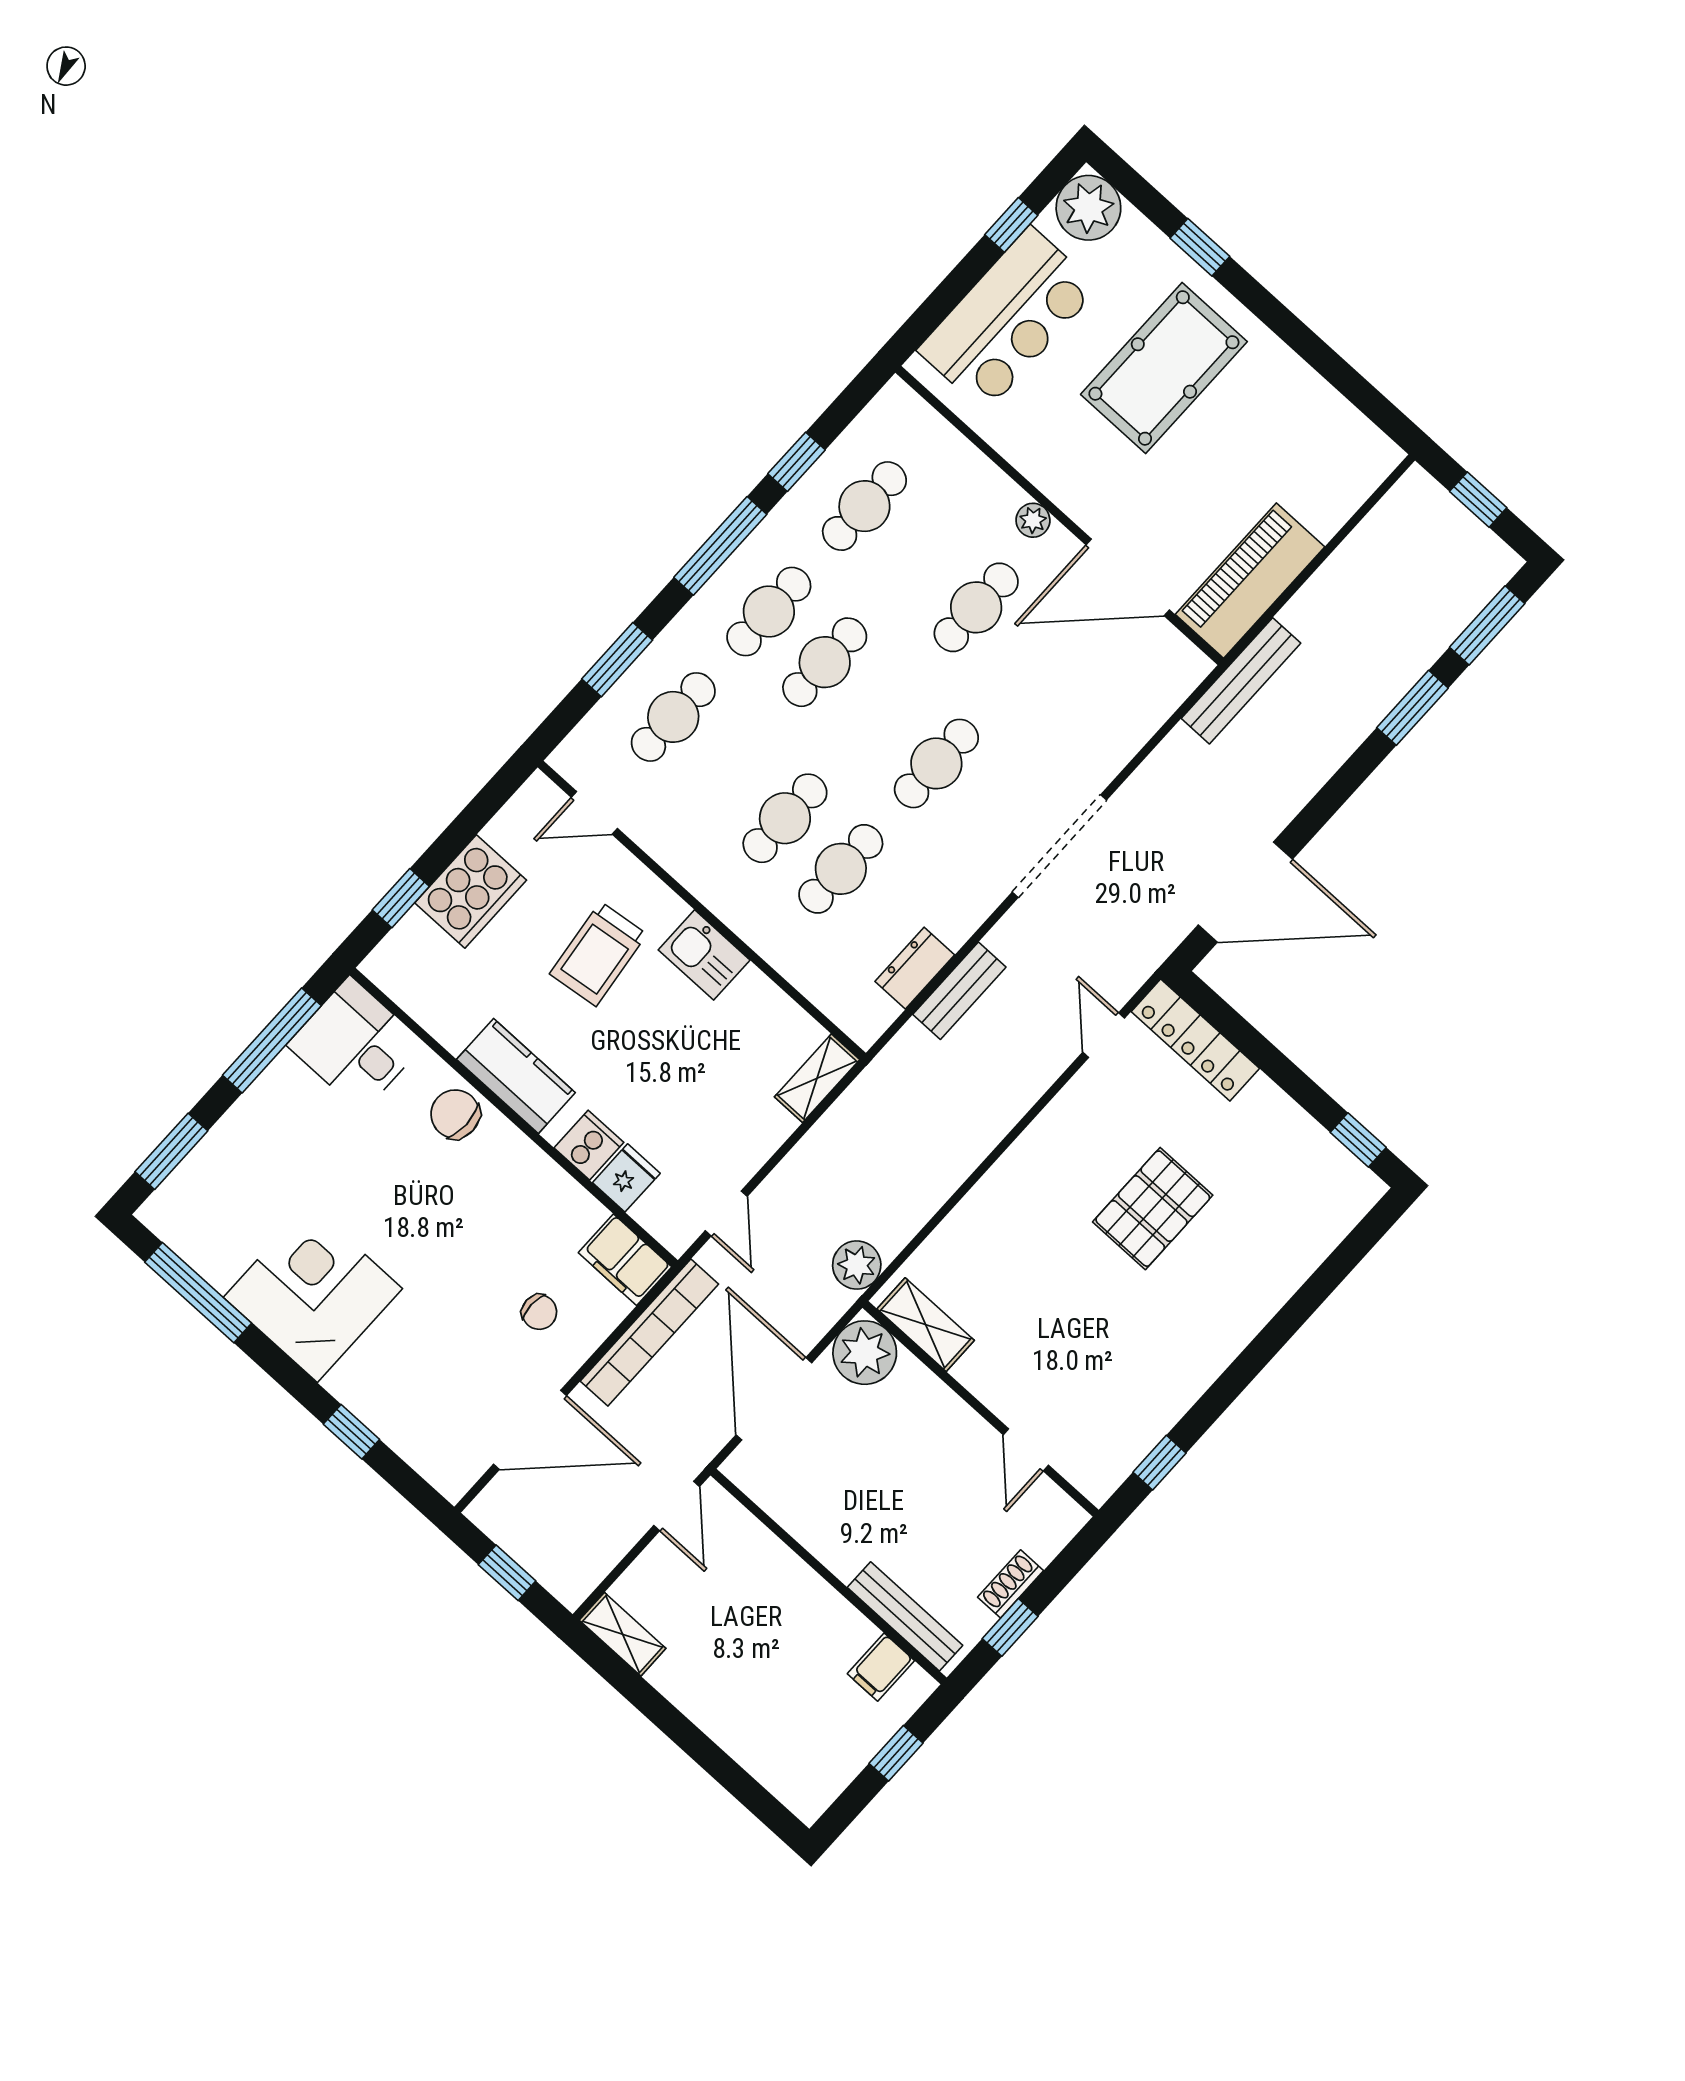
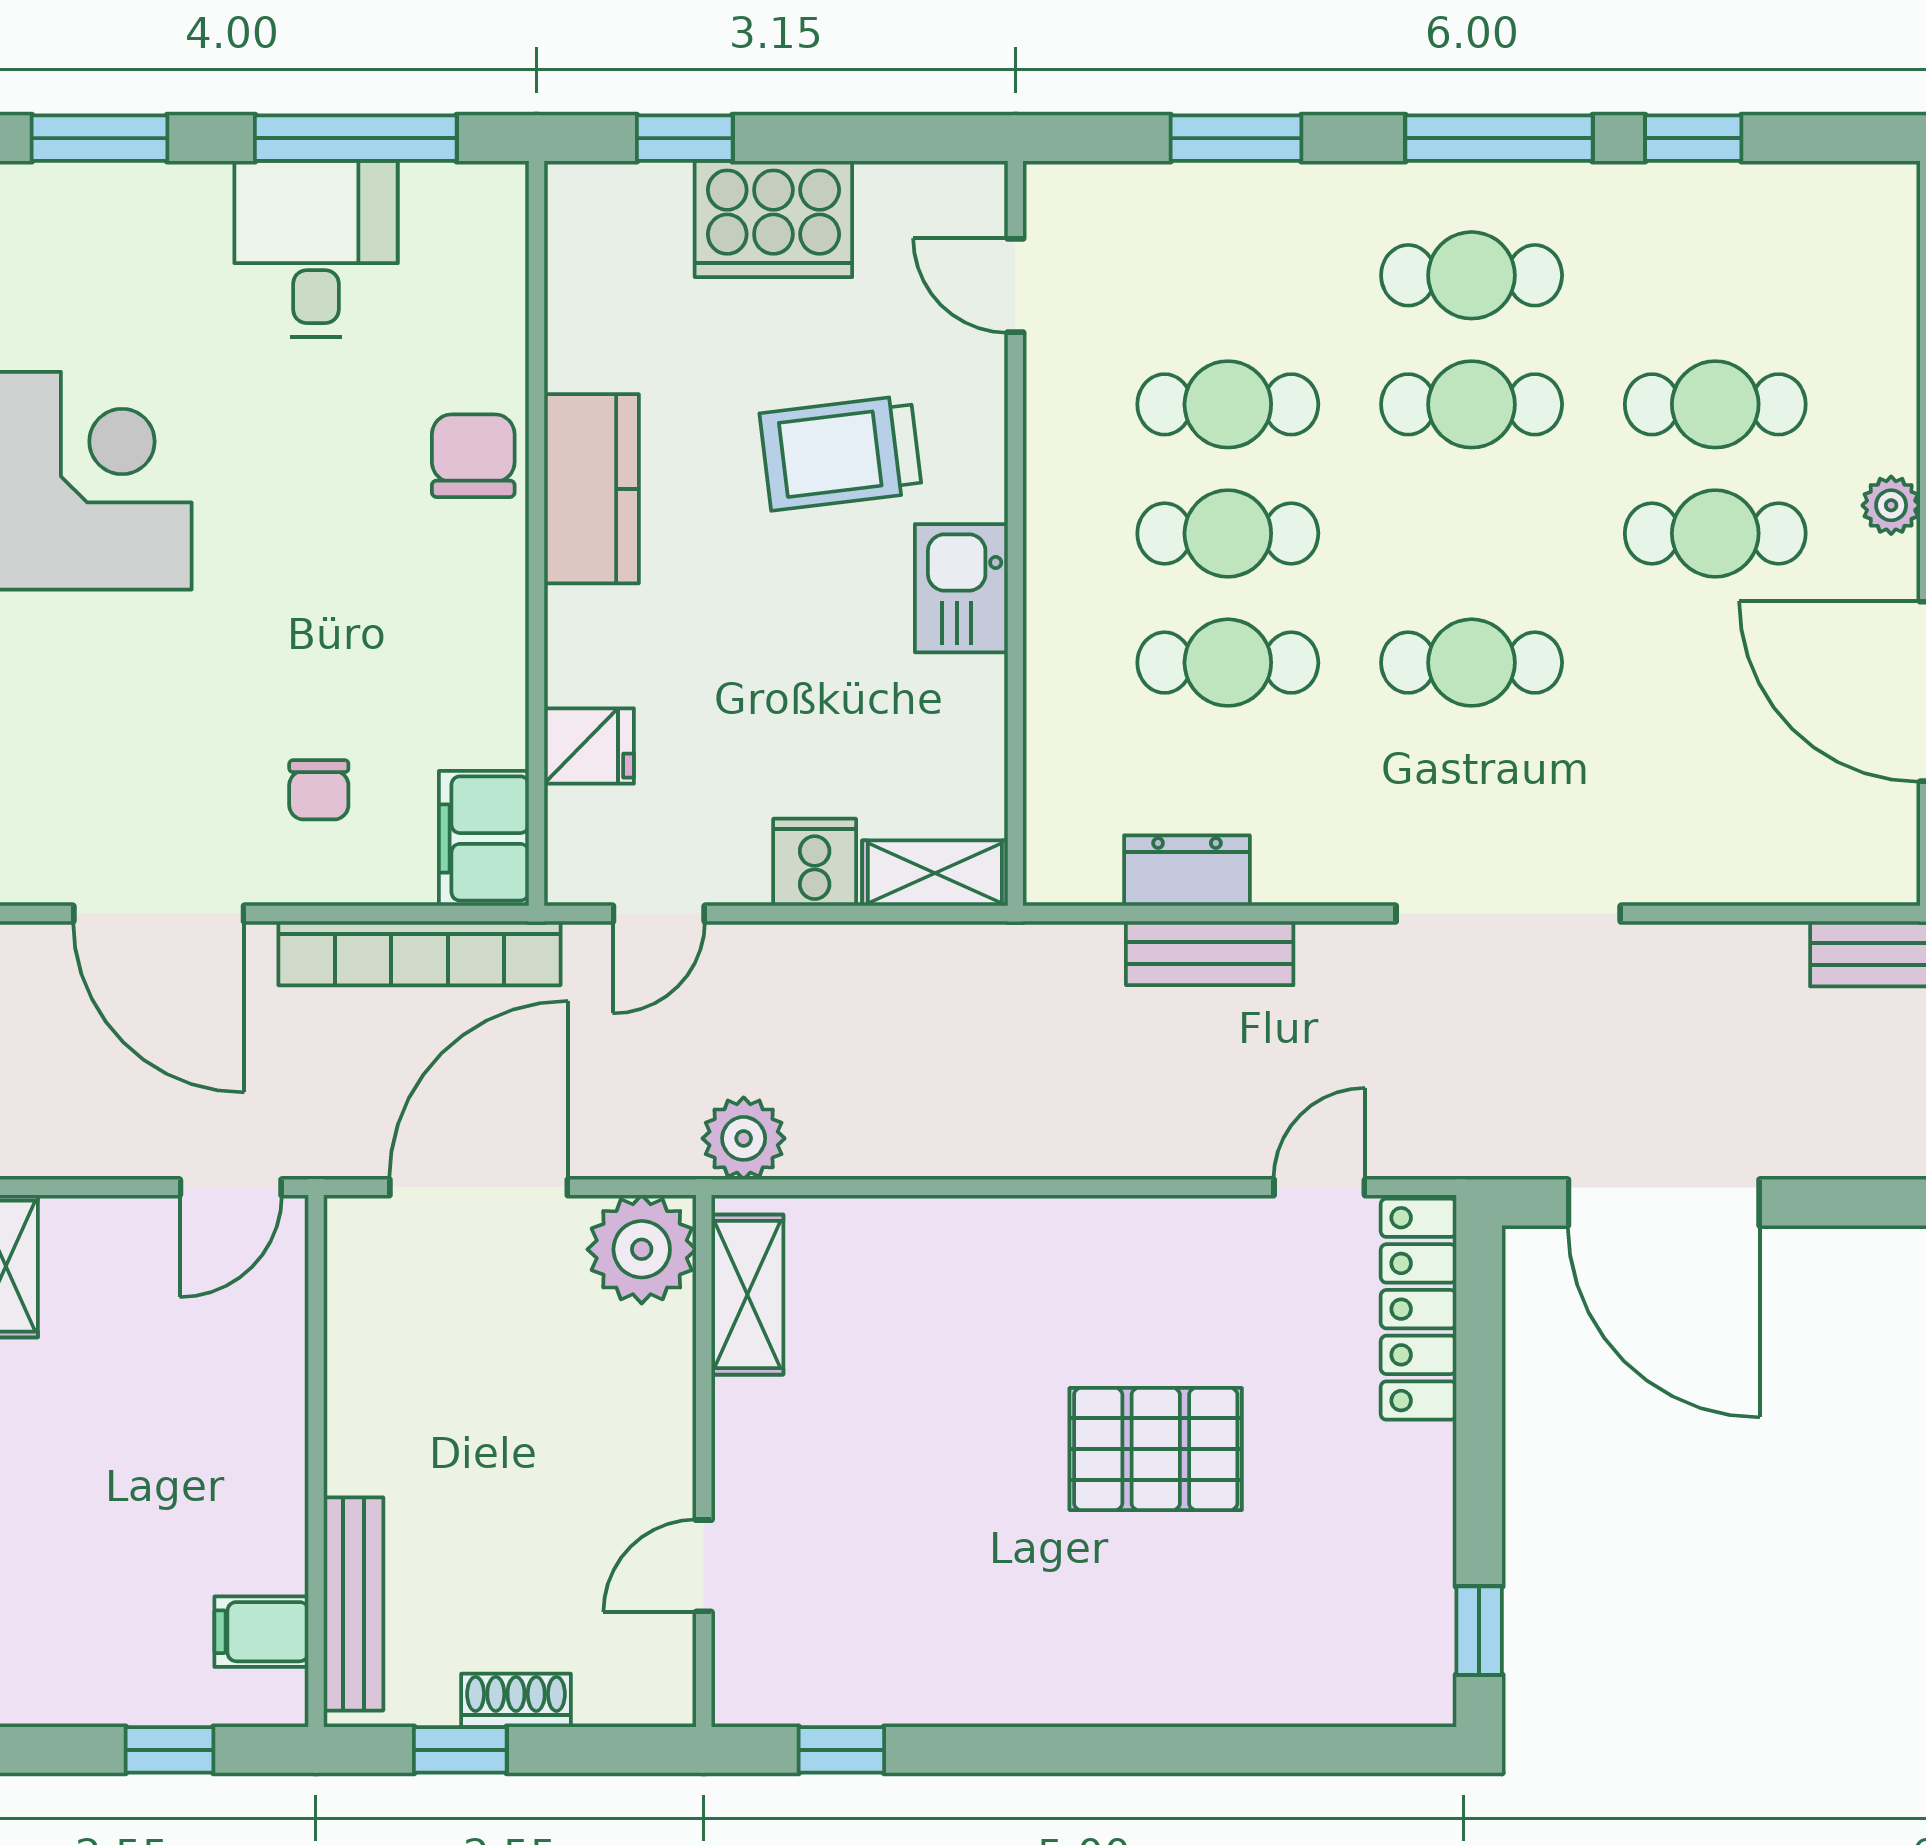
cafe table: (864, 506) -> (1715, 404), moved
cafe table: (673, 717) -> (1228, 404), moved
desk: (356, 1044) -> (316, 249), moved
cooker: (589, 1145) -> (815, 862), moved, turned -90

